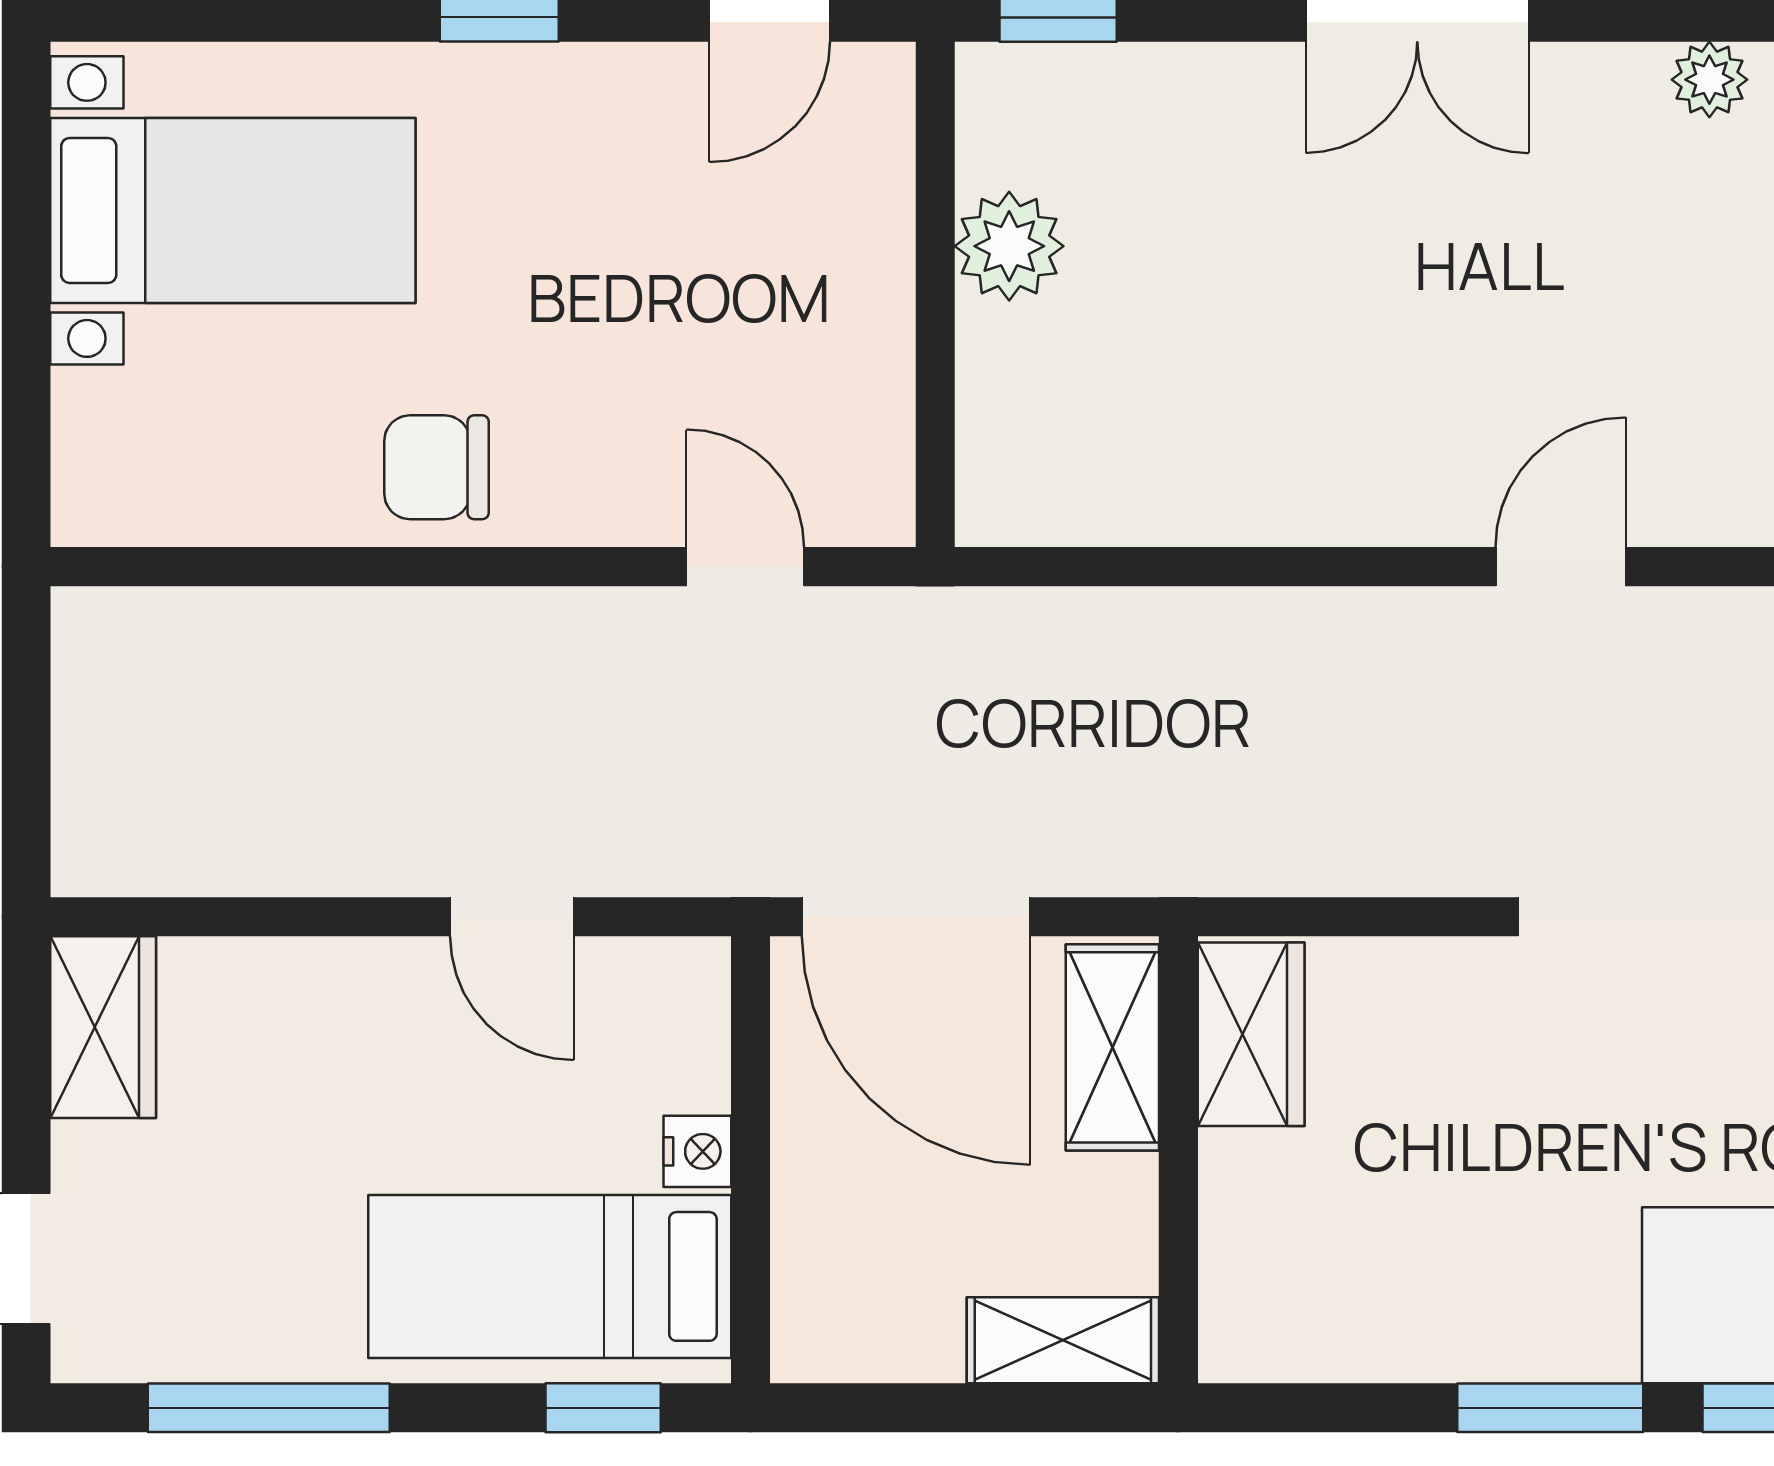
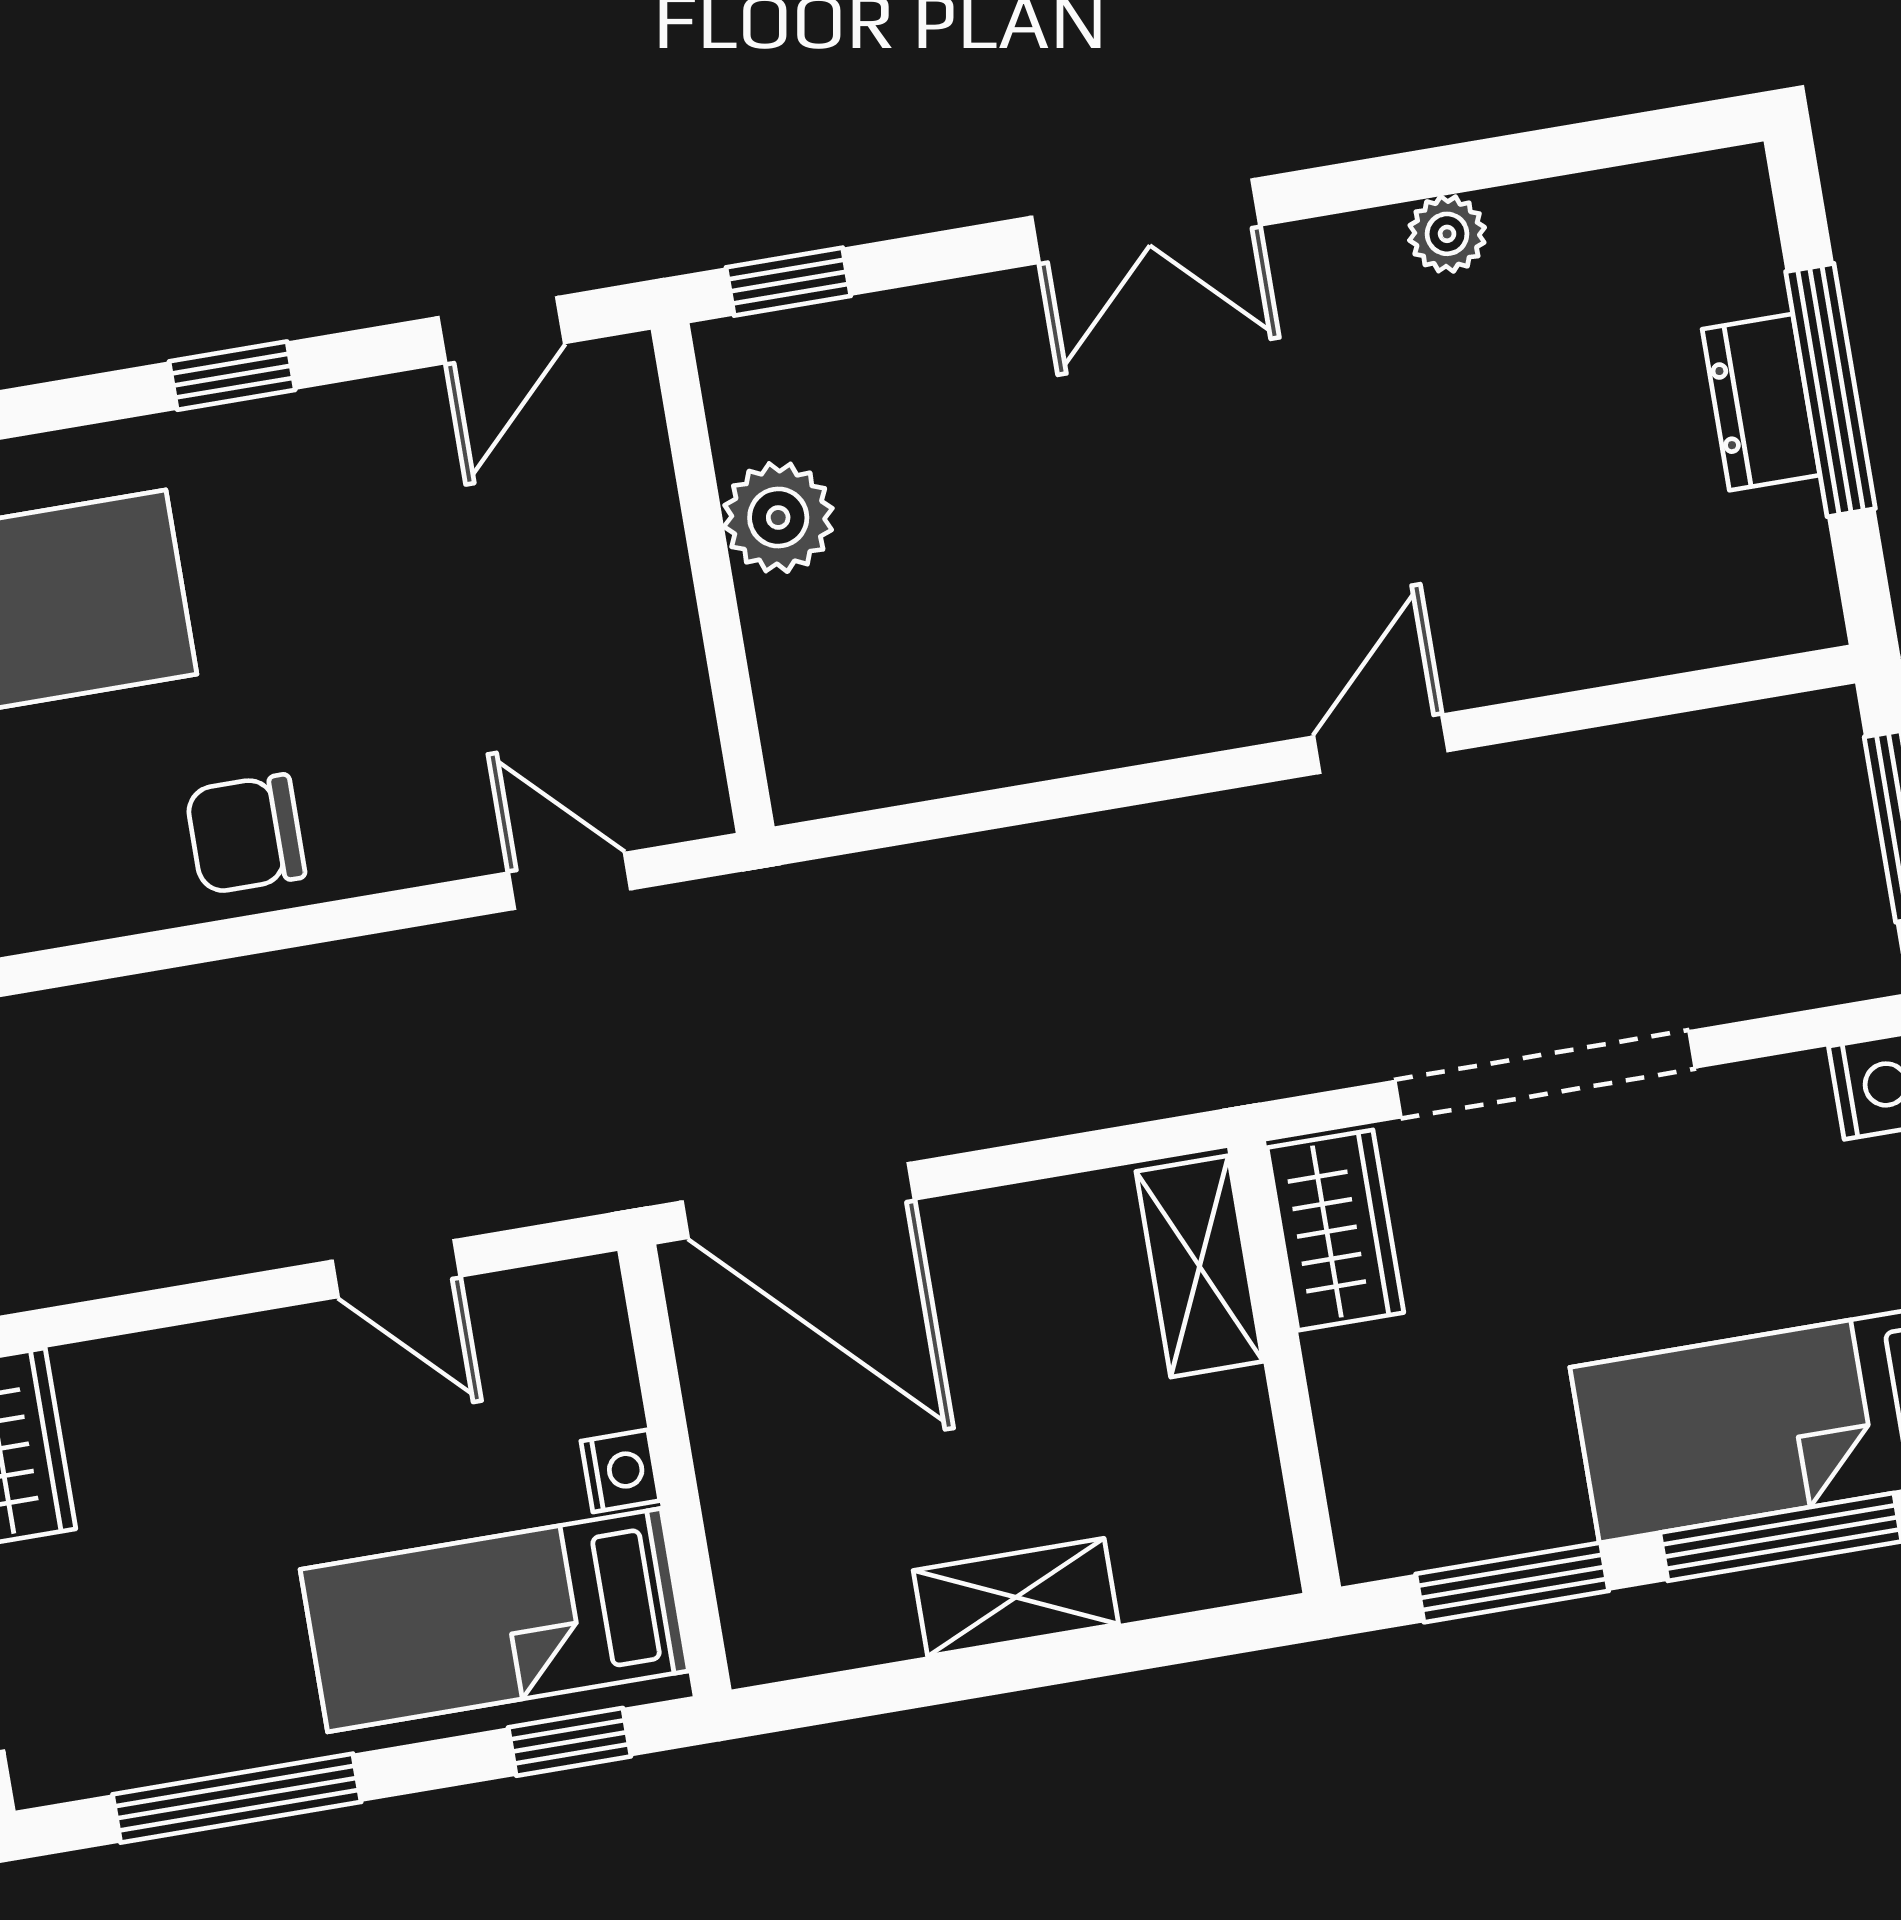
wardrobe: (1251, 1034) -> (1335, 1230), moved
shelving: (1112, 1047) -> (1200, 1266), moved
wall: (1178, 1160) -> (1284, 1367), moved

